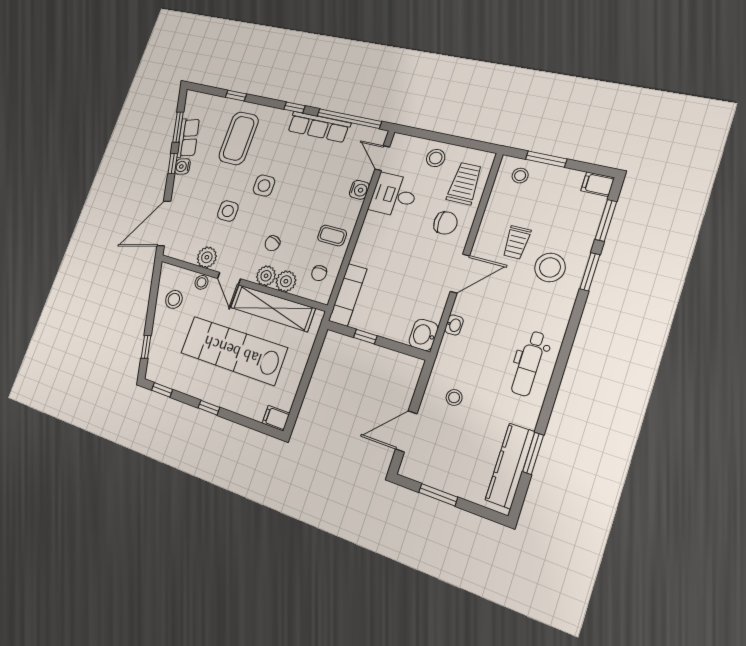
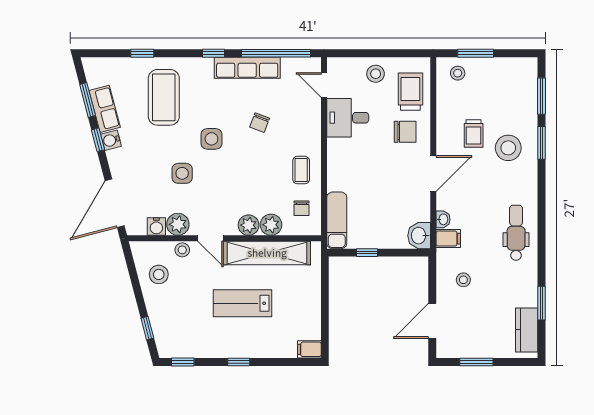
filing cabinet: (598, 184) -> (448, 239), moved, turned 180
water cooler: (359, 190) -> (156, 227), moved, turned 90
coffee table: (332, 235) -> (301, 170), turned 90
chair: (272, 243) -> (260, 123), moved
lab bench: (233, 350) -> (243, 303), width x0.54, depth x0.72
dental chair: (529, 363) -> (516, 233), turned 180
kitchen counter: (510, 466) -> (527, 330), width x0.67

